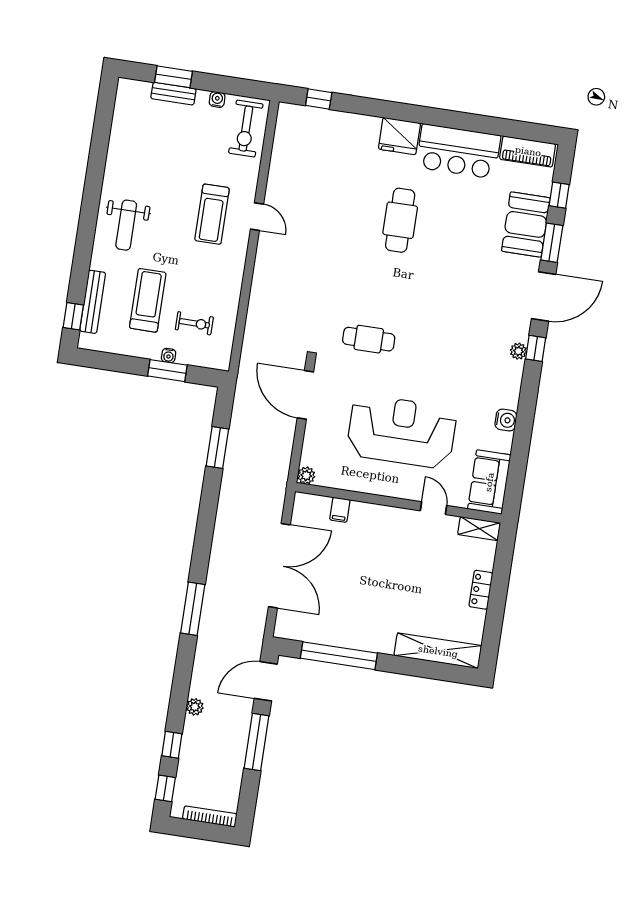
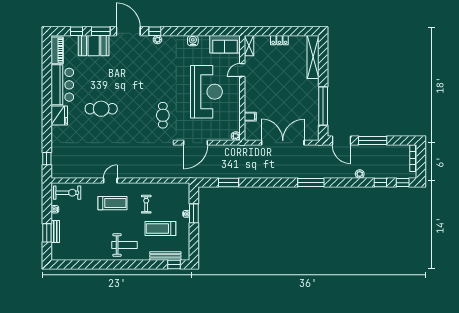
exercise bike: (194, 323) -> (146, 204), moved
reception desk: (402, 431) -> (206, 92), turned 180

